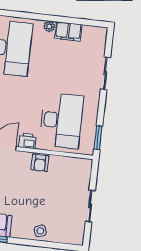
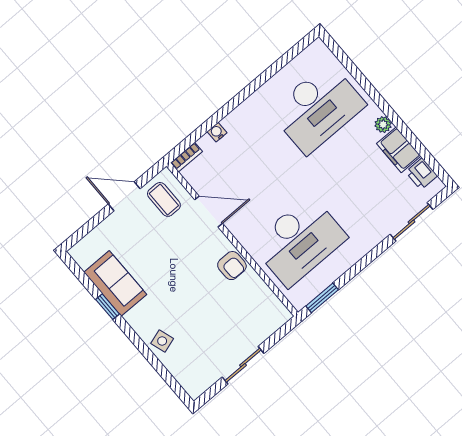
sliding door: (105, 73) -> (411, 222), moved
printer: (28, 141) -> (422, 174), moved, turned 180
armchair: (40, 163) -> (232, 266), turned -90

